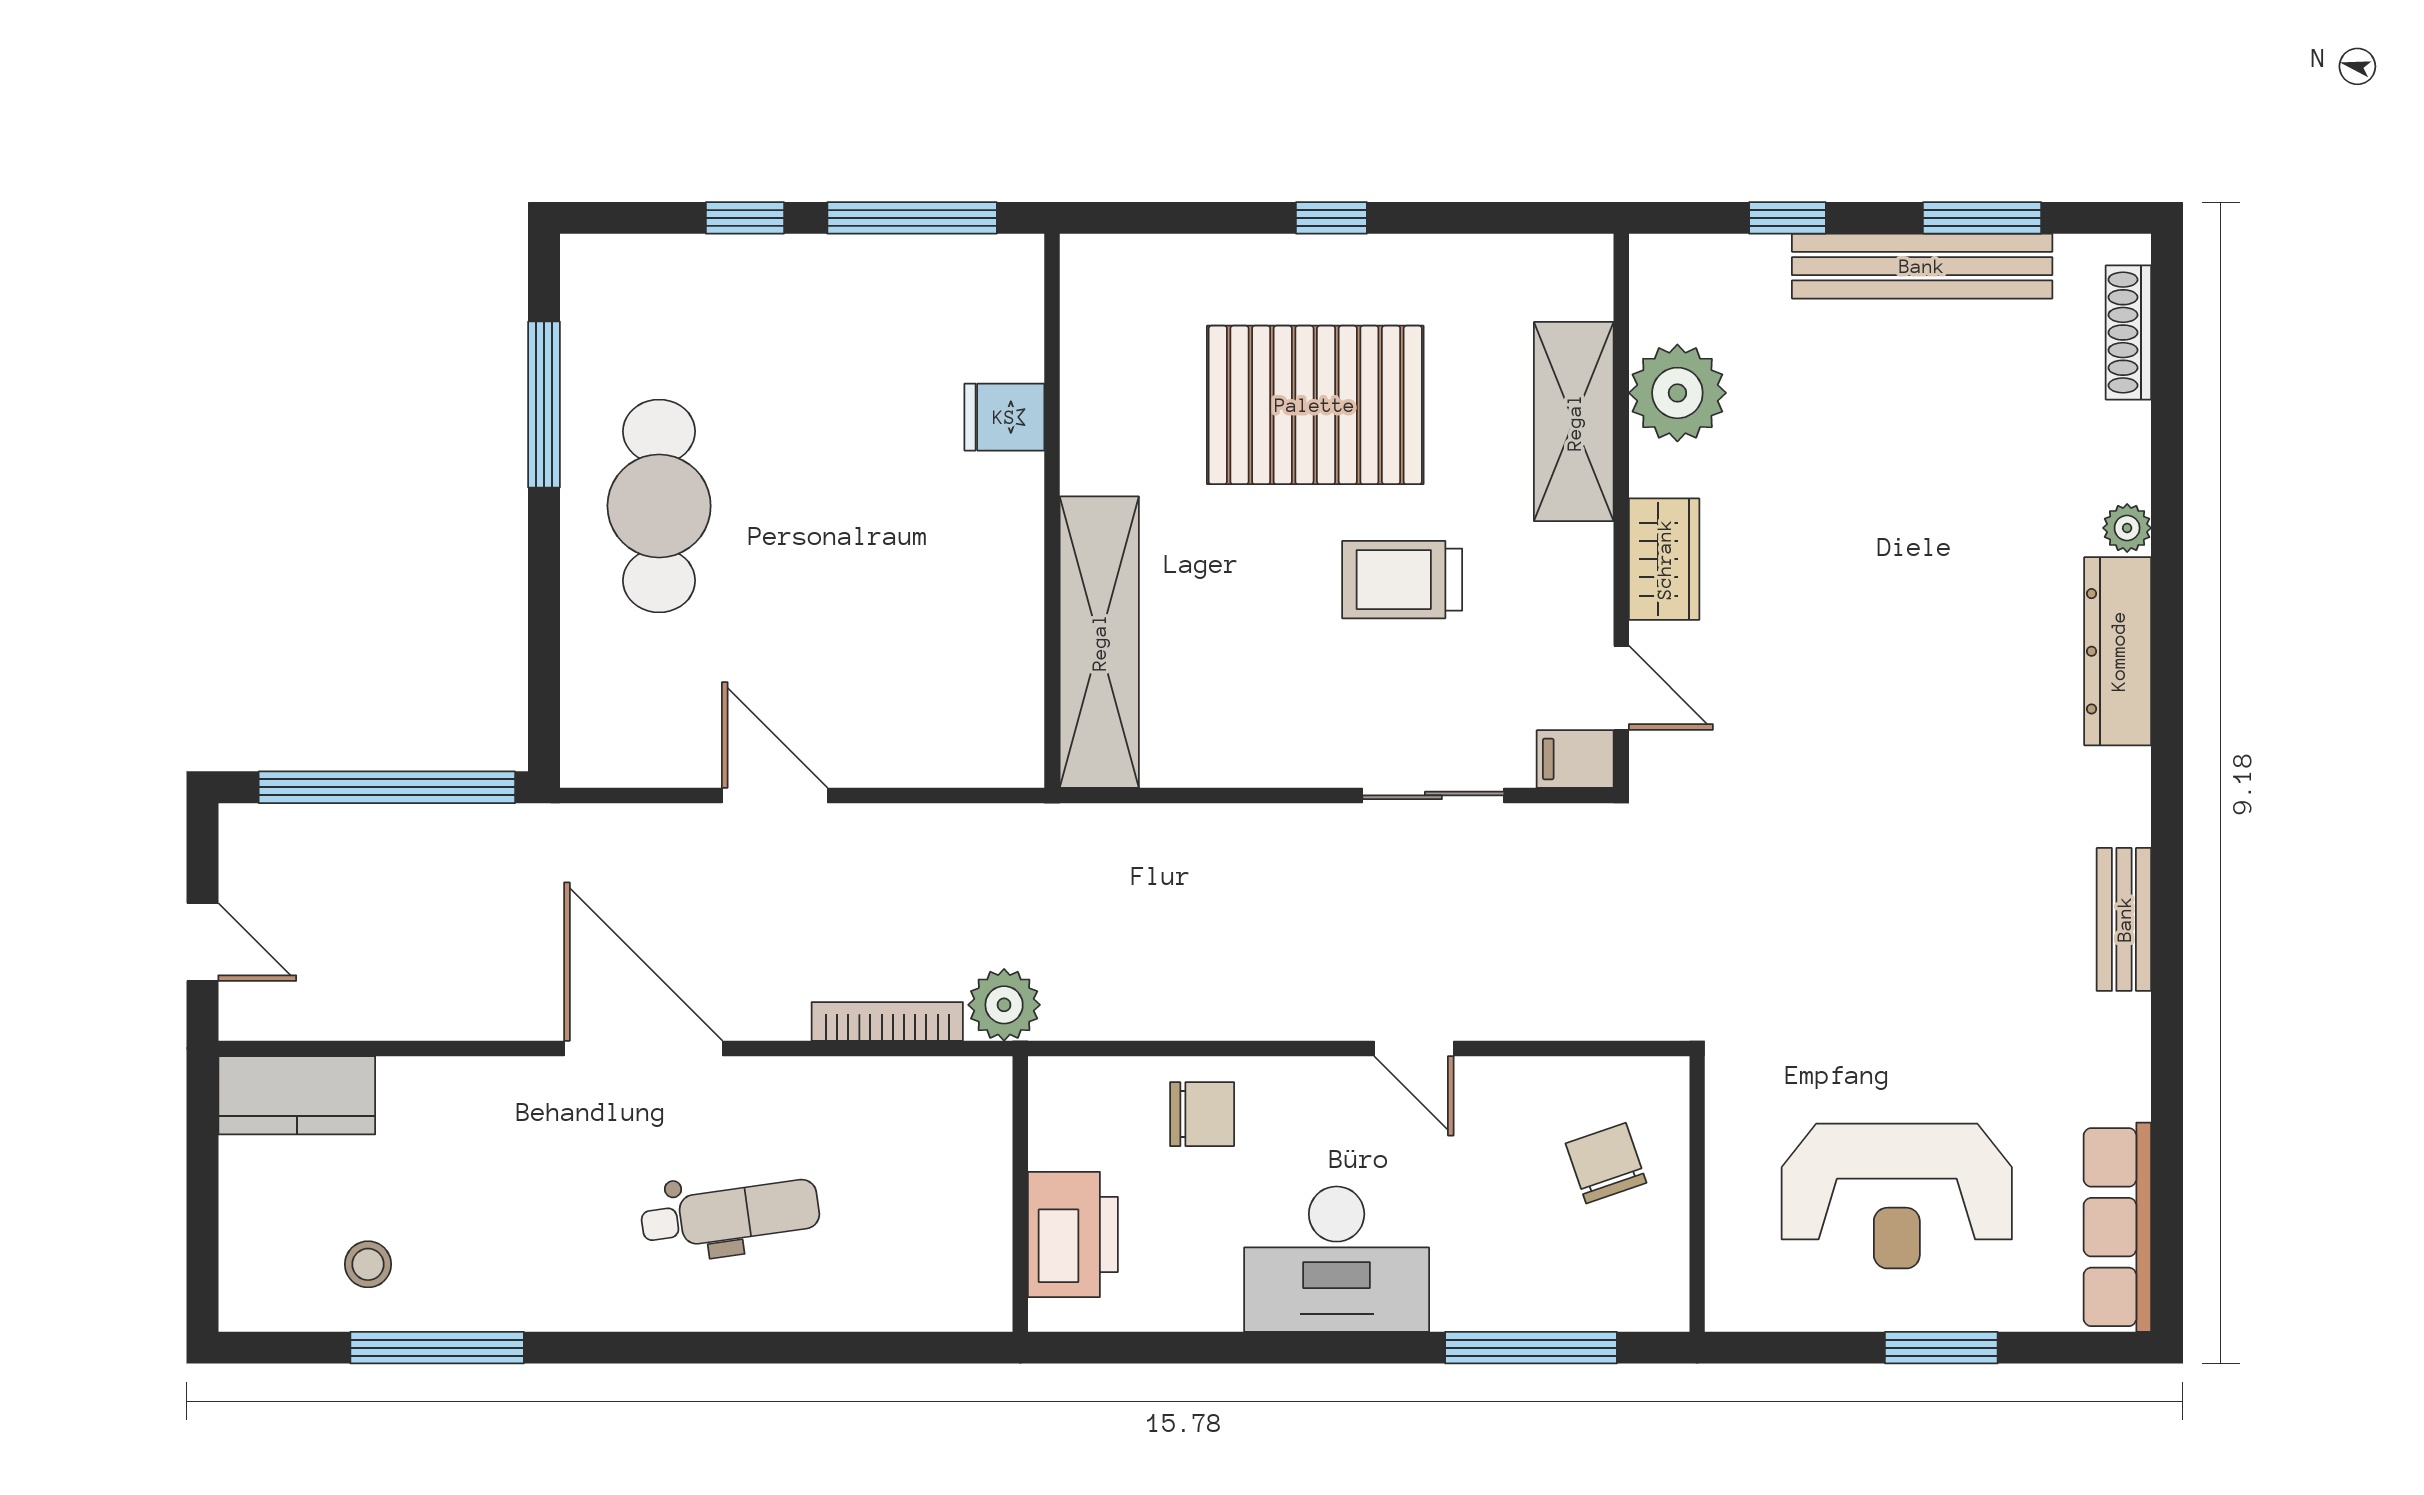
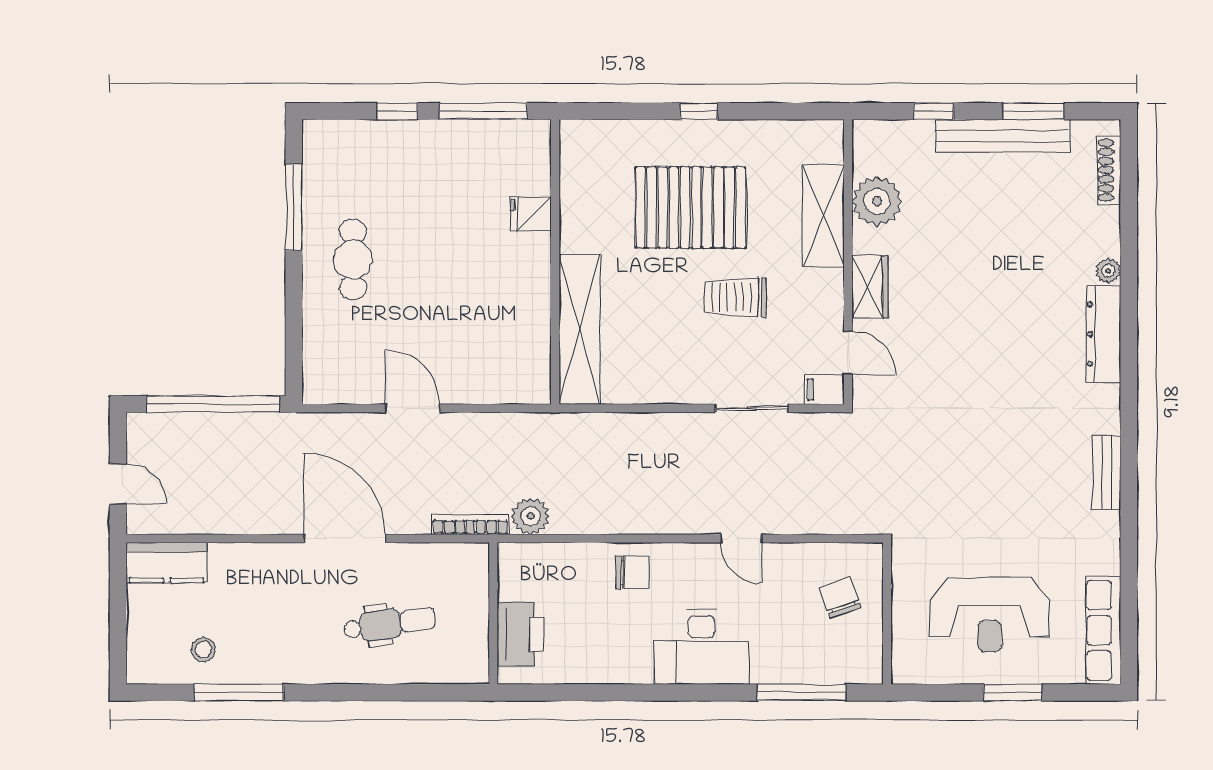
cafe table: (659, 506) -> (353, 259), width x0.73, depth x0.74
wall: (1020, 1194) -> (493, 613), moved
printer: (1073, 1234) -> (520, 634), moved

